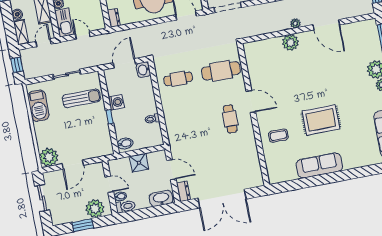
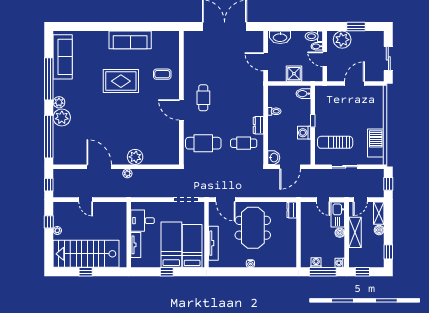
plant: (49, 157) -> (375, 94), removed
dresser: (183, 191) -> (258, 125), moved

